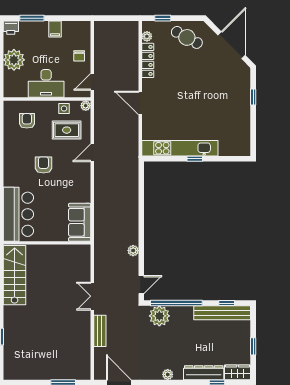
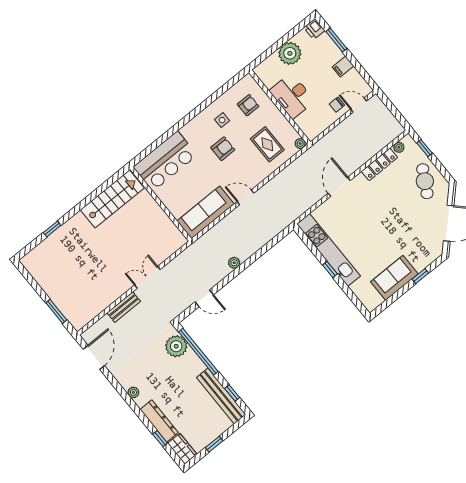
door: (92, 82) -> (359, 105), moved
side table: (64, 108) -> (222, 120), moved
sofa: (239, 117) -> (394, 278), added
door: (92, 153) -> (245, 197), moved
sofa: (80, 222) -> (206, 213), width x1.36
plant: (133, 251) -> (234, 263), moved
door: (141, 285) -> (204, 298), moved

